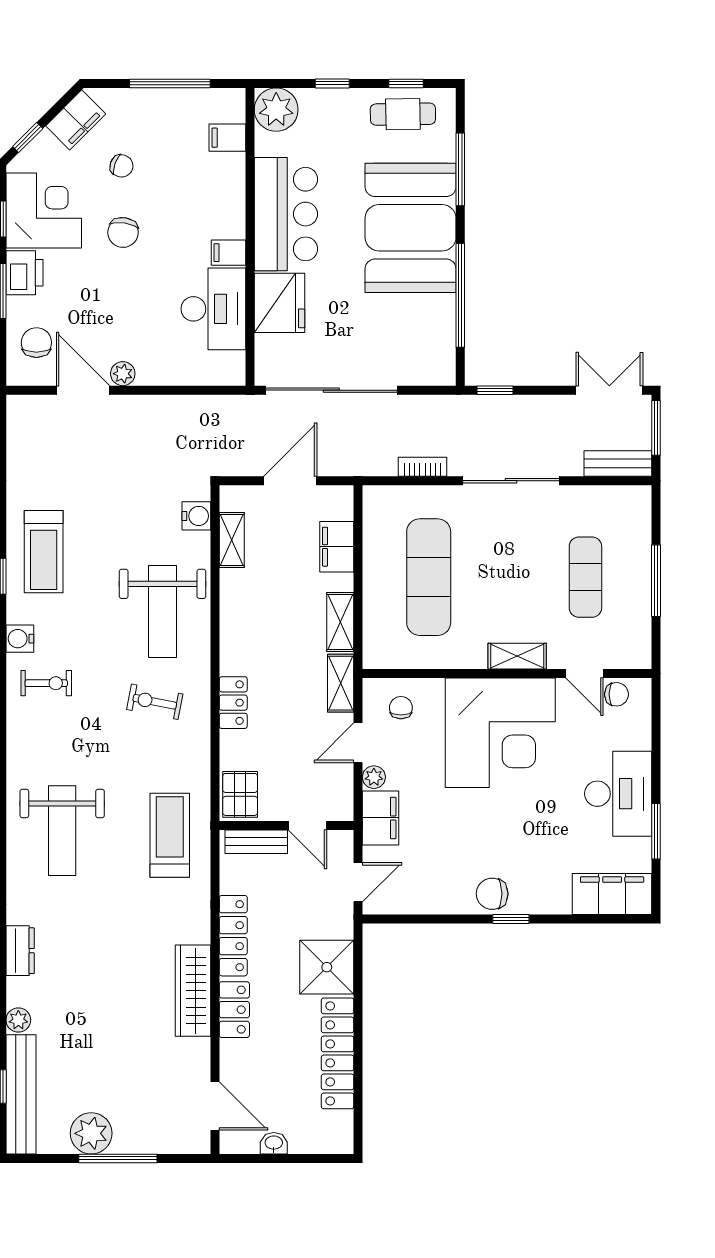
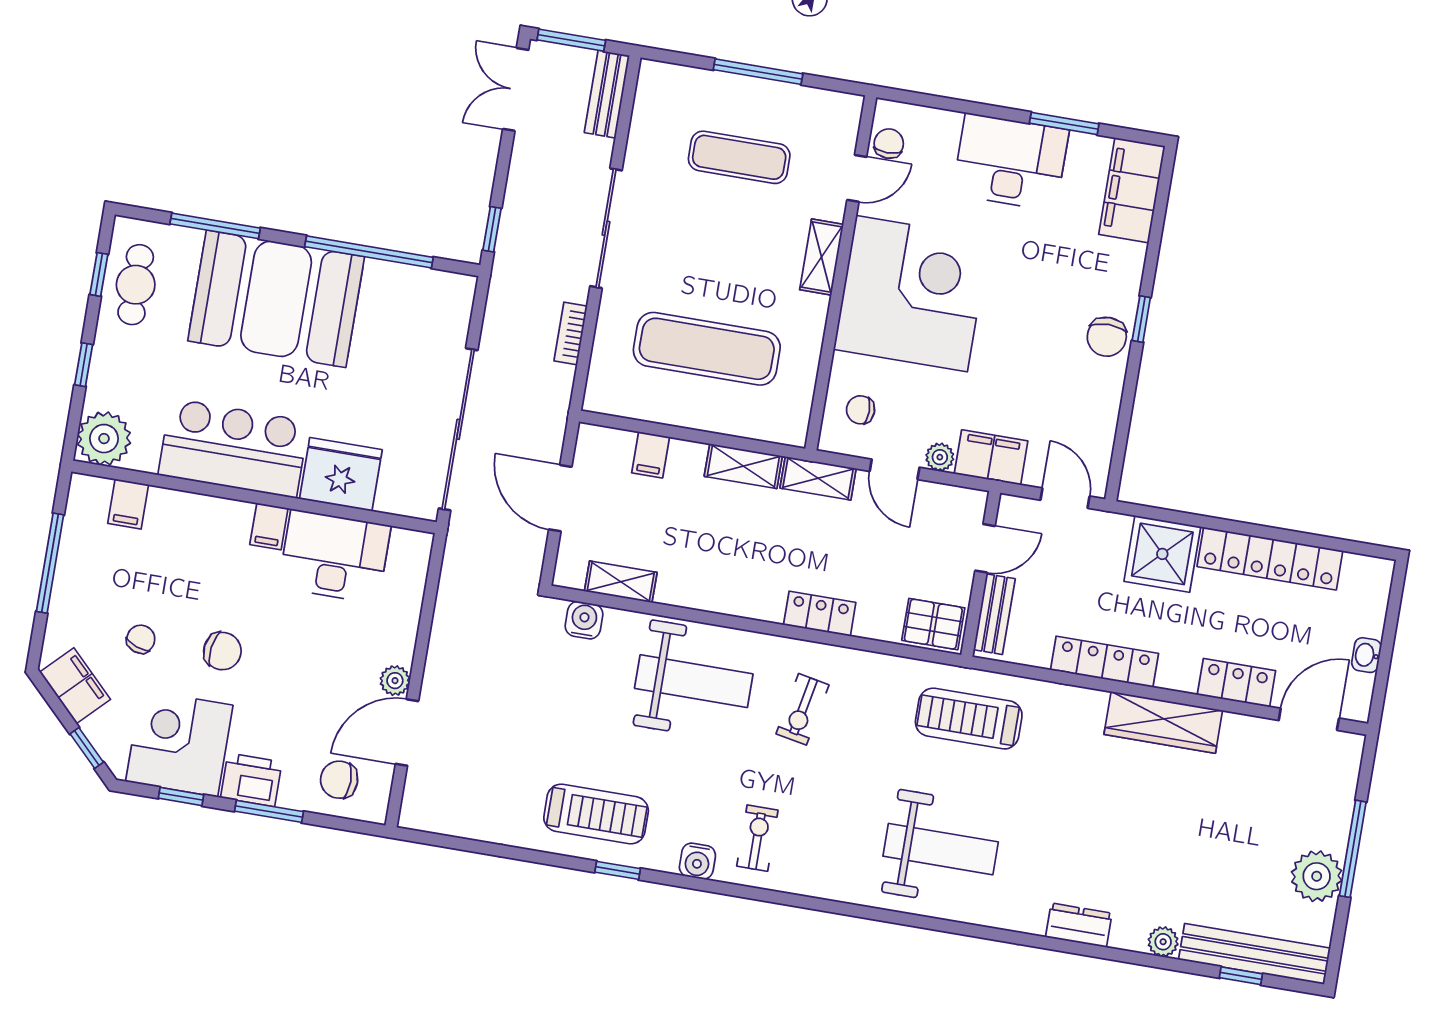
filing cabinet: (337, 547) -> (651, 455), width x0.50
locker: (234, 1010) -> (1236, 683), moved

